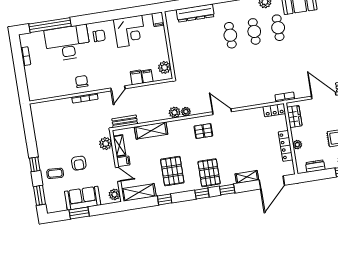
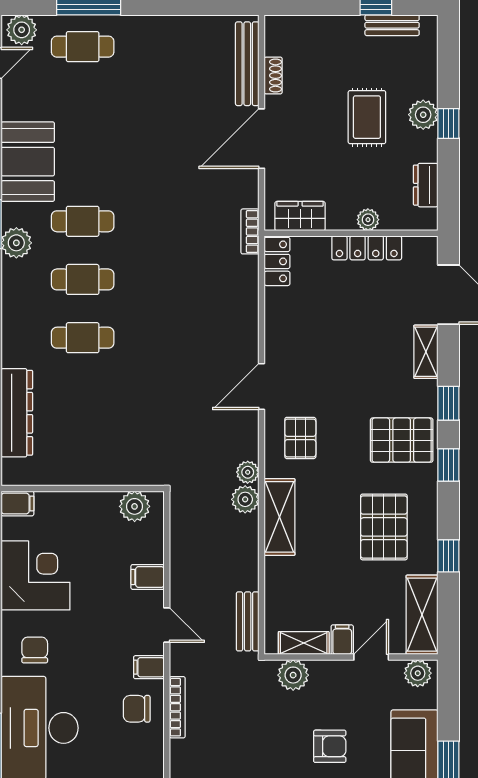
filing cabinet: (147, 76) -> (149, 667), moved
shelving: (151, 131) -> (280, 517), moved
pallet: (172, 171) -> (384, 527), turned 90

